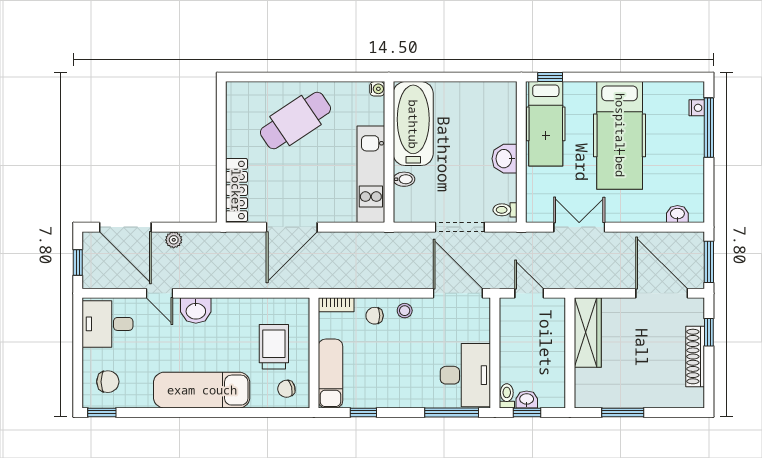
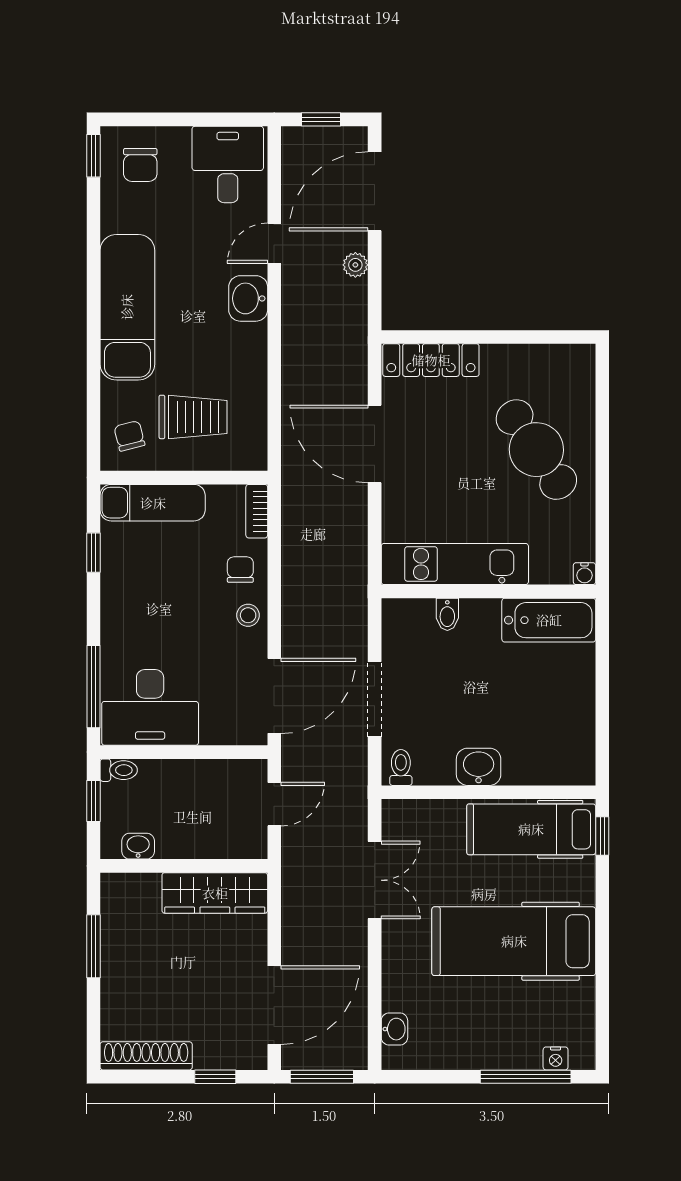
bathtub: (413, 124) -> (549, 620), width x0.73, depth x0.73
shoe rack: (695, 357) -> (146, 1056), moved
washbasin: (527, 399) -> (138, 846), moved, turned -90

